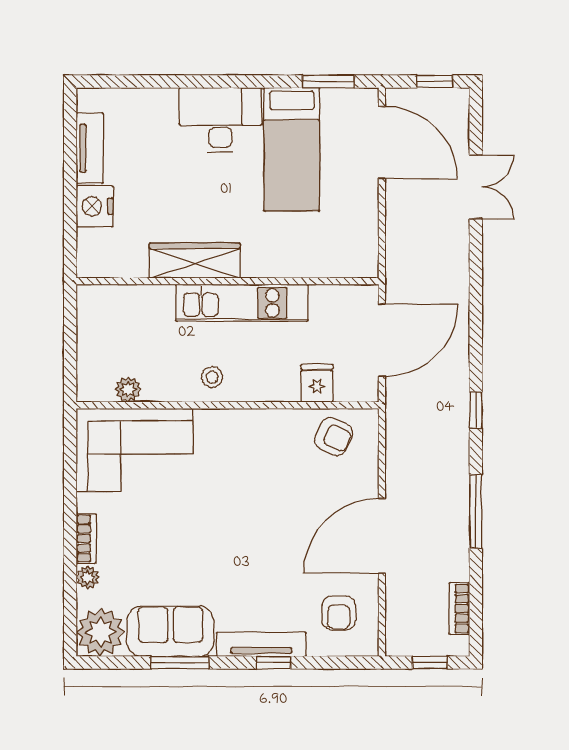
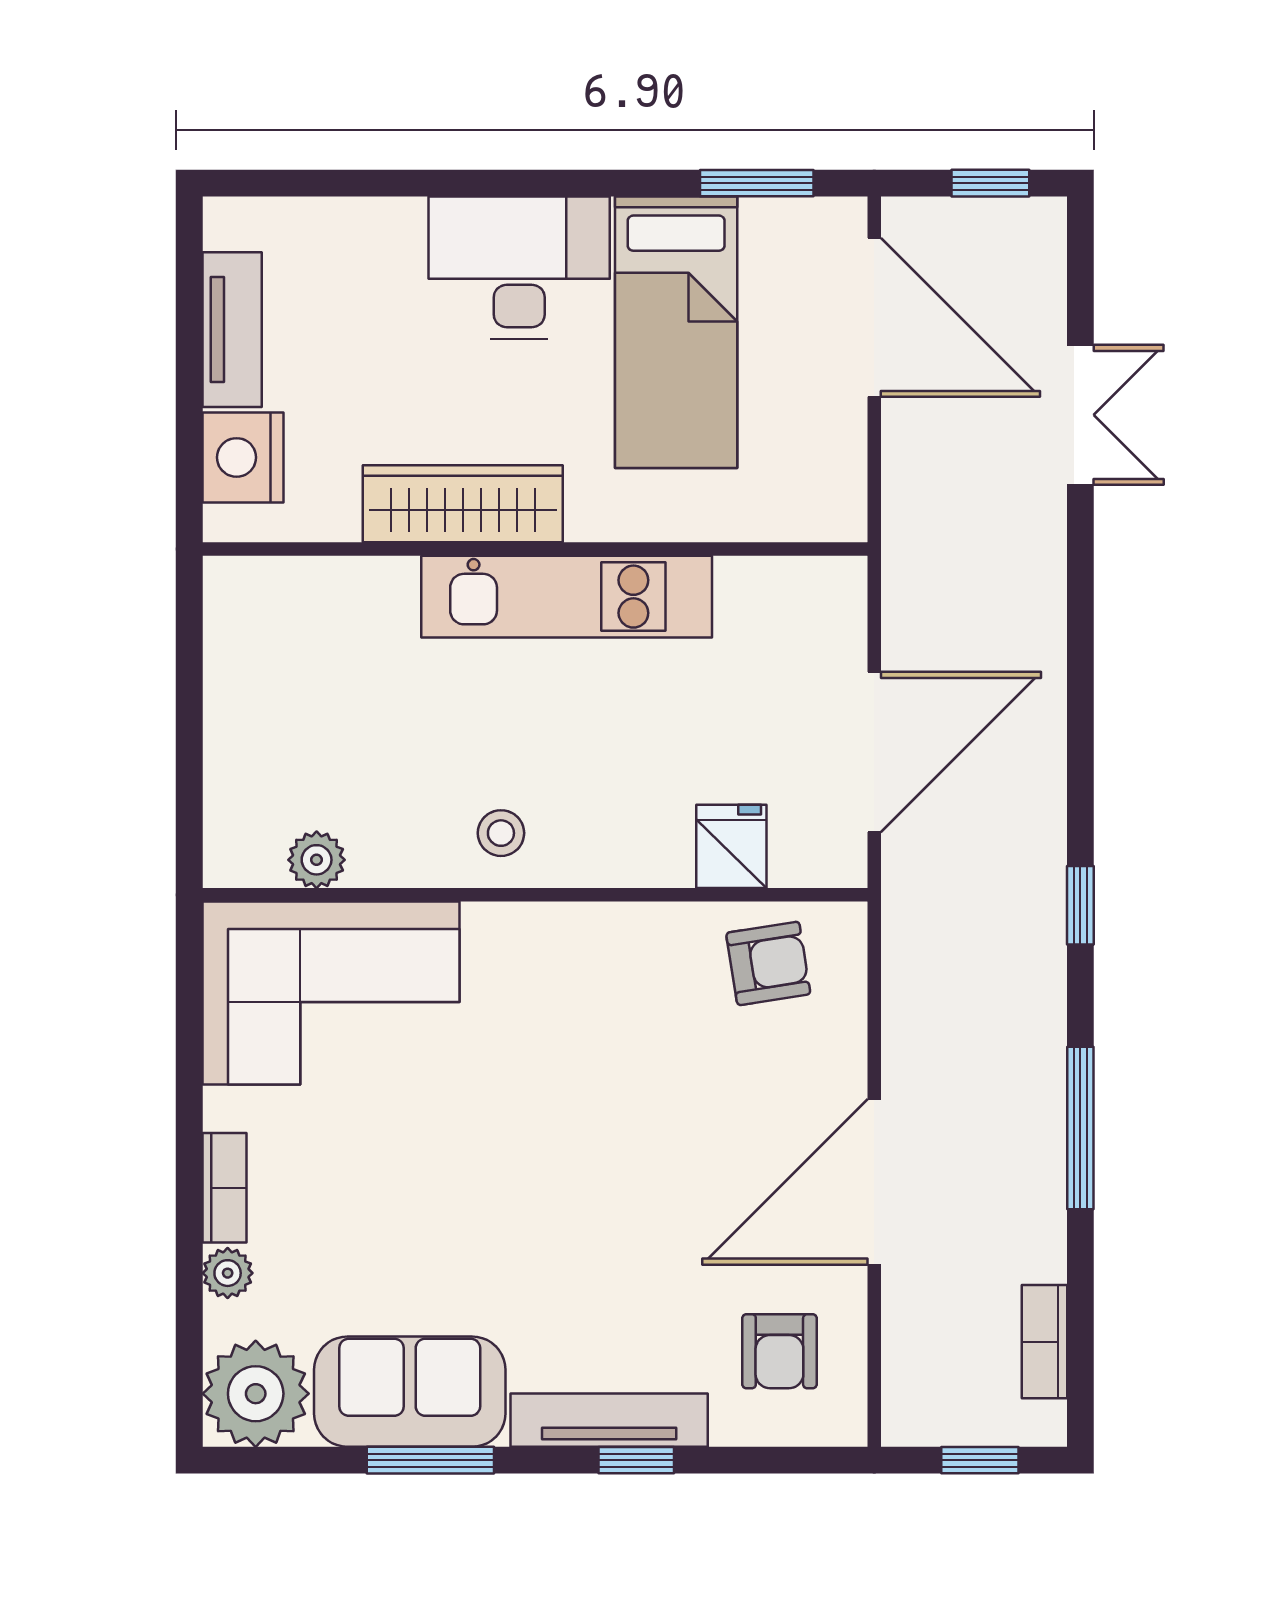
wardrobe: (195, 261) -> (463, 504), moved
wall: (228, 281) -> (535, 549), moved
kitchen unit: (242, 303) -> (567, 597), moved
armchair: (334, 436) -> (768, 963), turned -33

